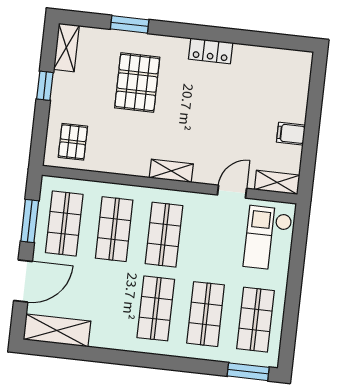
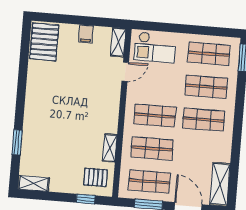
locker: (211, 51) -> (33, 89), removed
pallet: (137, 82) -> (44, 42), moved, turned 90
window: (45, 86) -> (86, 199), moved
shelving: (171, 171) -> (110, 148), moved
door: (232, 192) -> (125, 72), swing flipped

